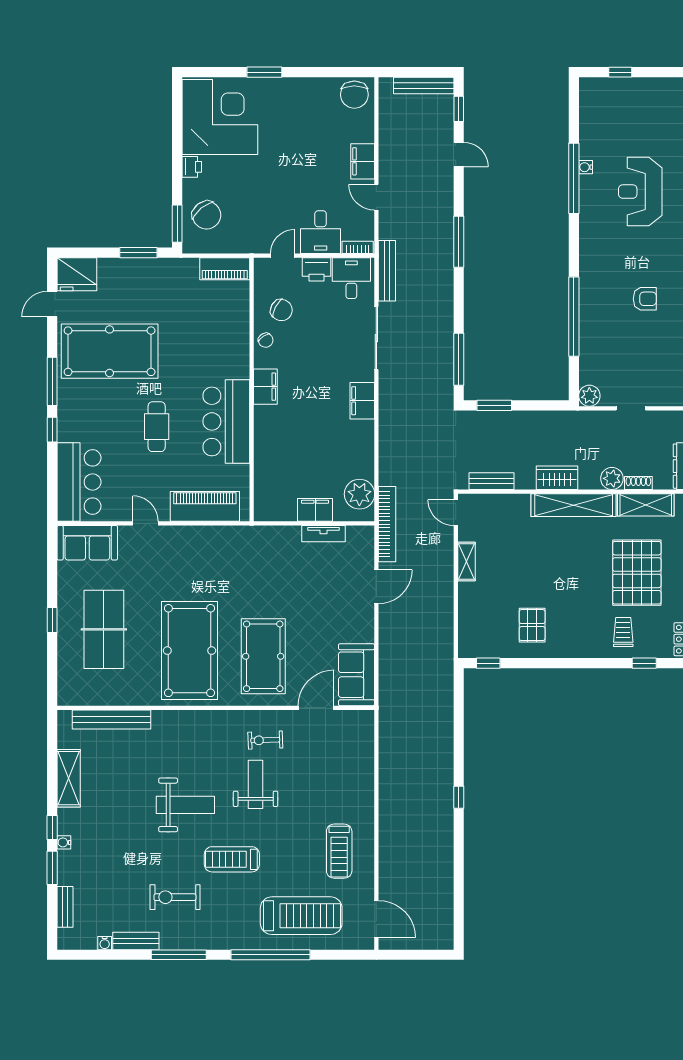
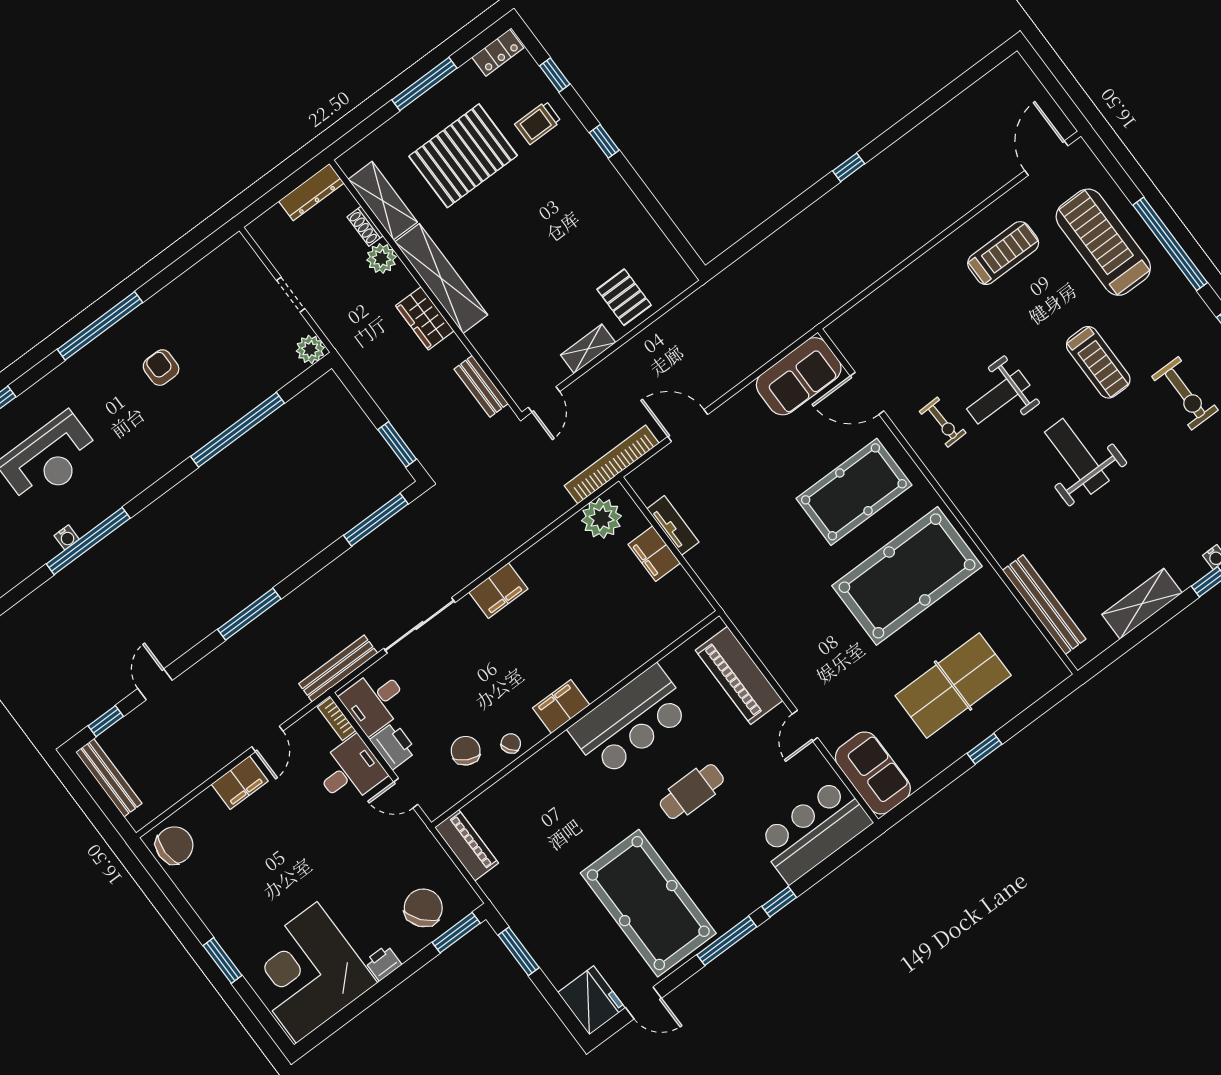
pallet: (532, 625) -> (624, 297), moved, turned 90
window: (488, 663) -> (604, 141), moved

